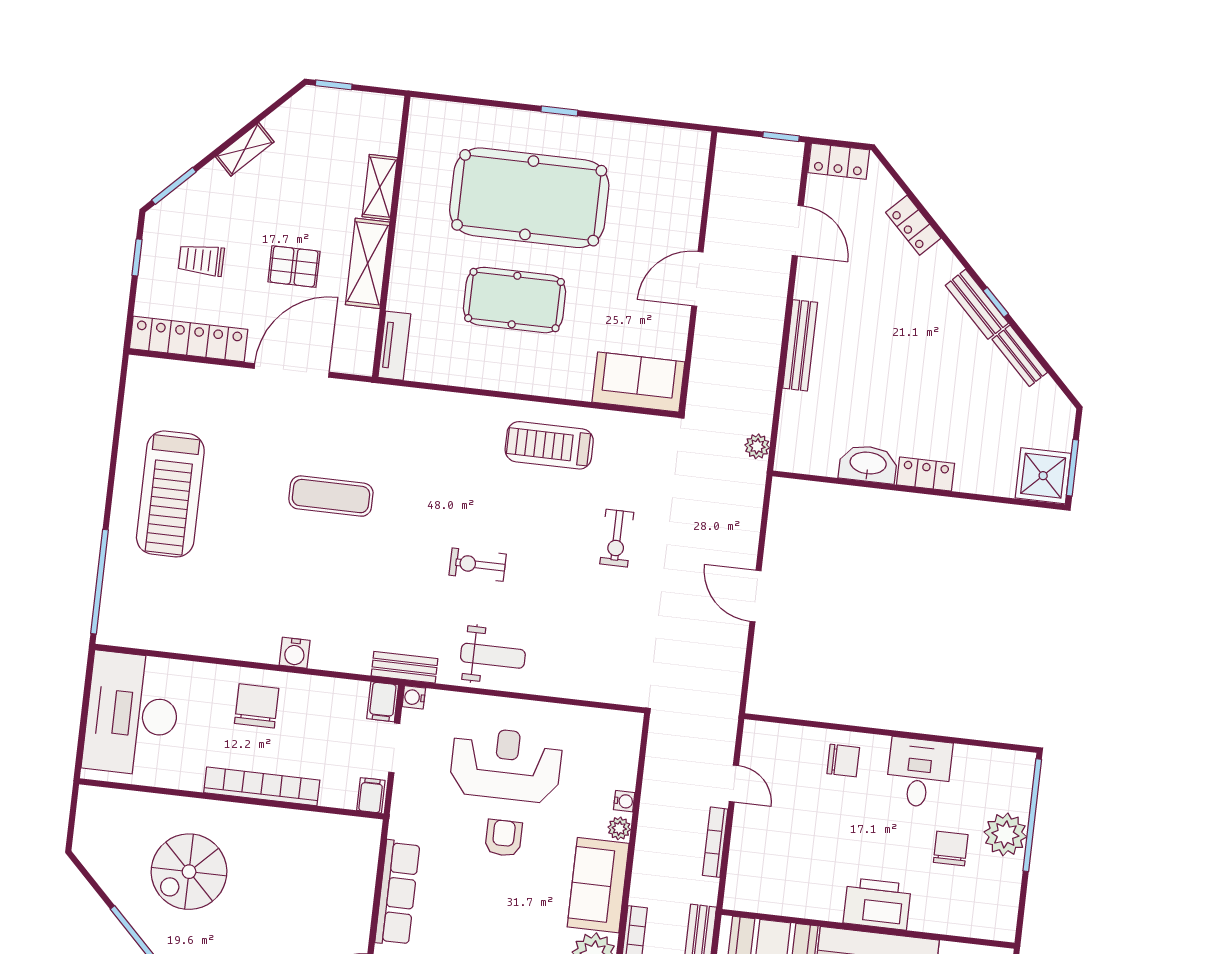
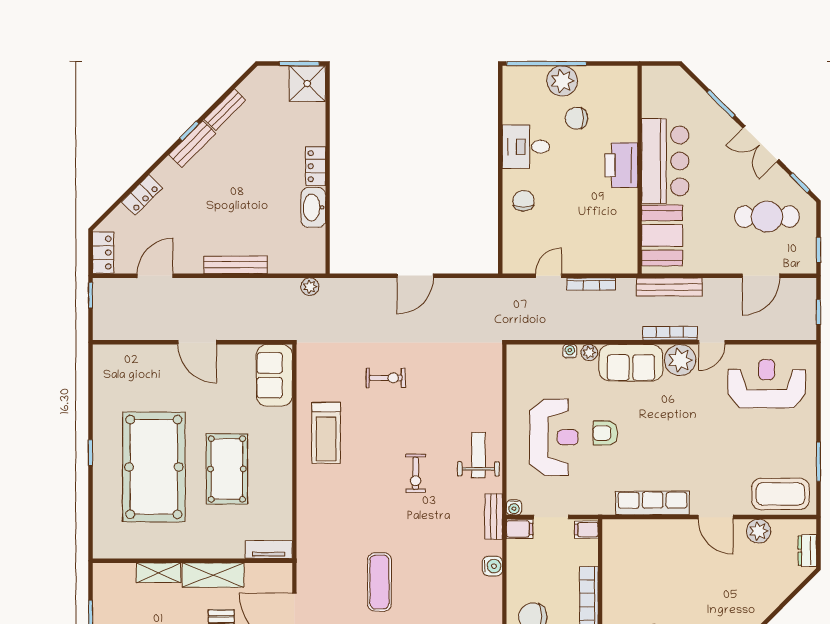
water cooler: (295, 653) -> (492, 566), moved
reception desk: (506, 765) -> (554, 437), turned 180

